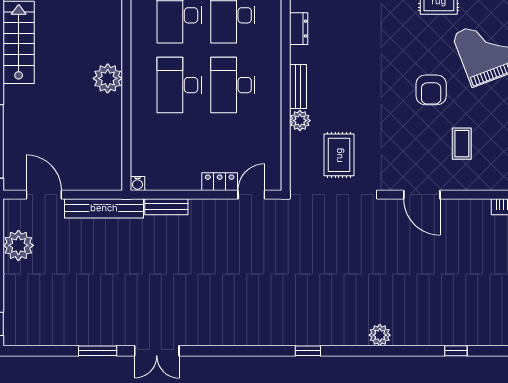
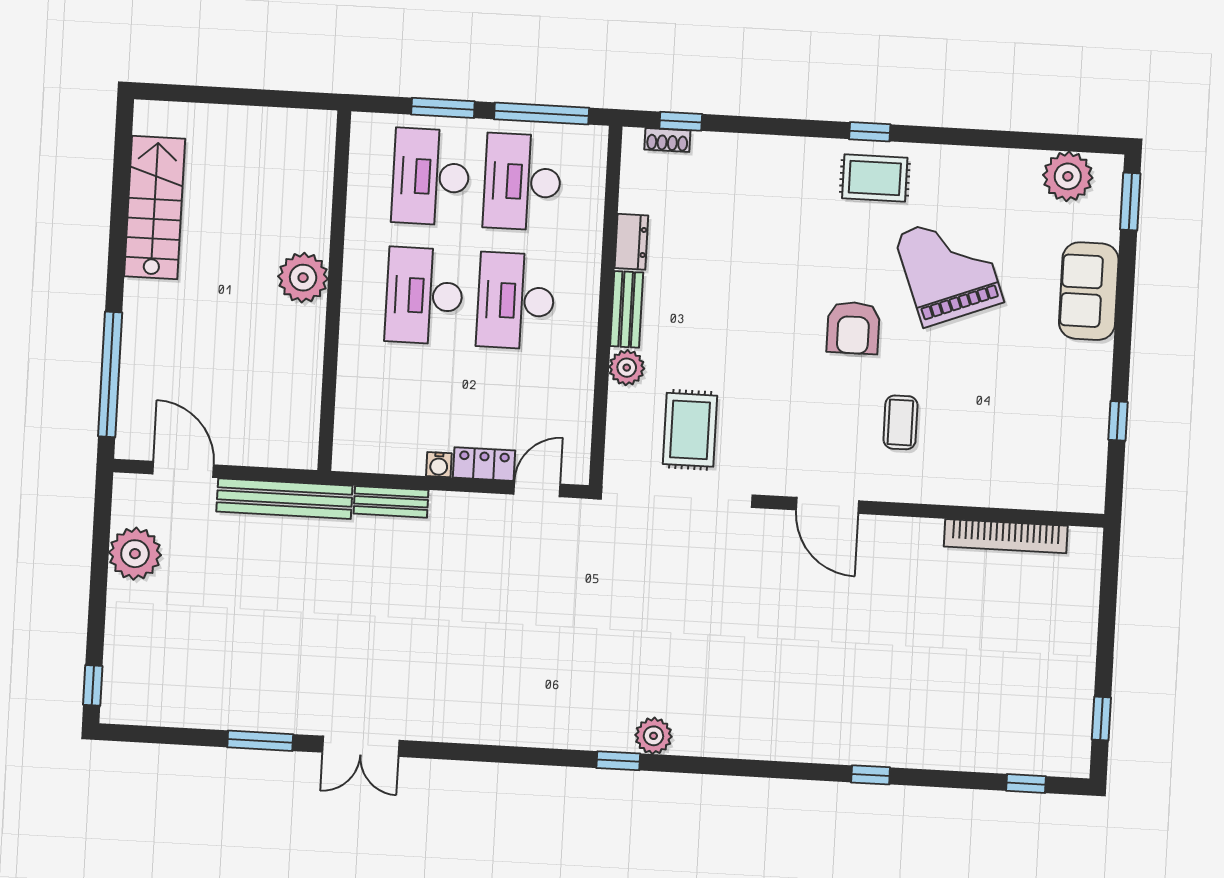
dresser: (299, 29) -> (631, 242), moved
water cooler: (137, 183) -> (439, 465), moved
plant: (380, 335) -> (653, 736), moved

